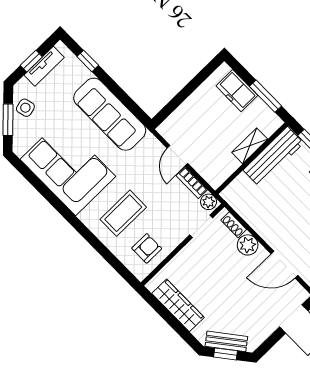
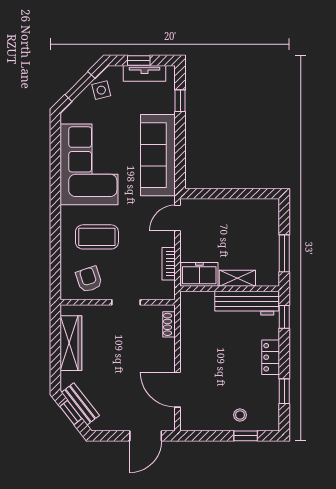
freezer: (237, 91) -> (199, 274), moved, turned 90
door: (177, 156) -> (178, 218), moved
plant: (209, 202) -> (167, 290), removed
doorway: (201, 226) -> (126, 302), moved
plant: (248, 245) -> (165, 349), removed
armchair: (147, 248) -> (89, 279), turned -108

